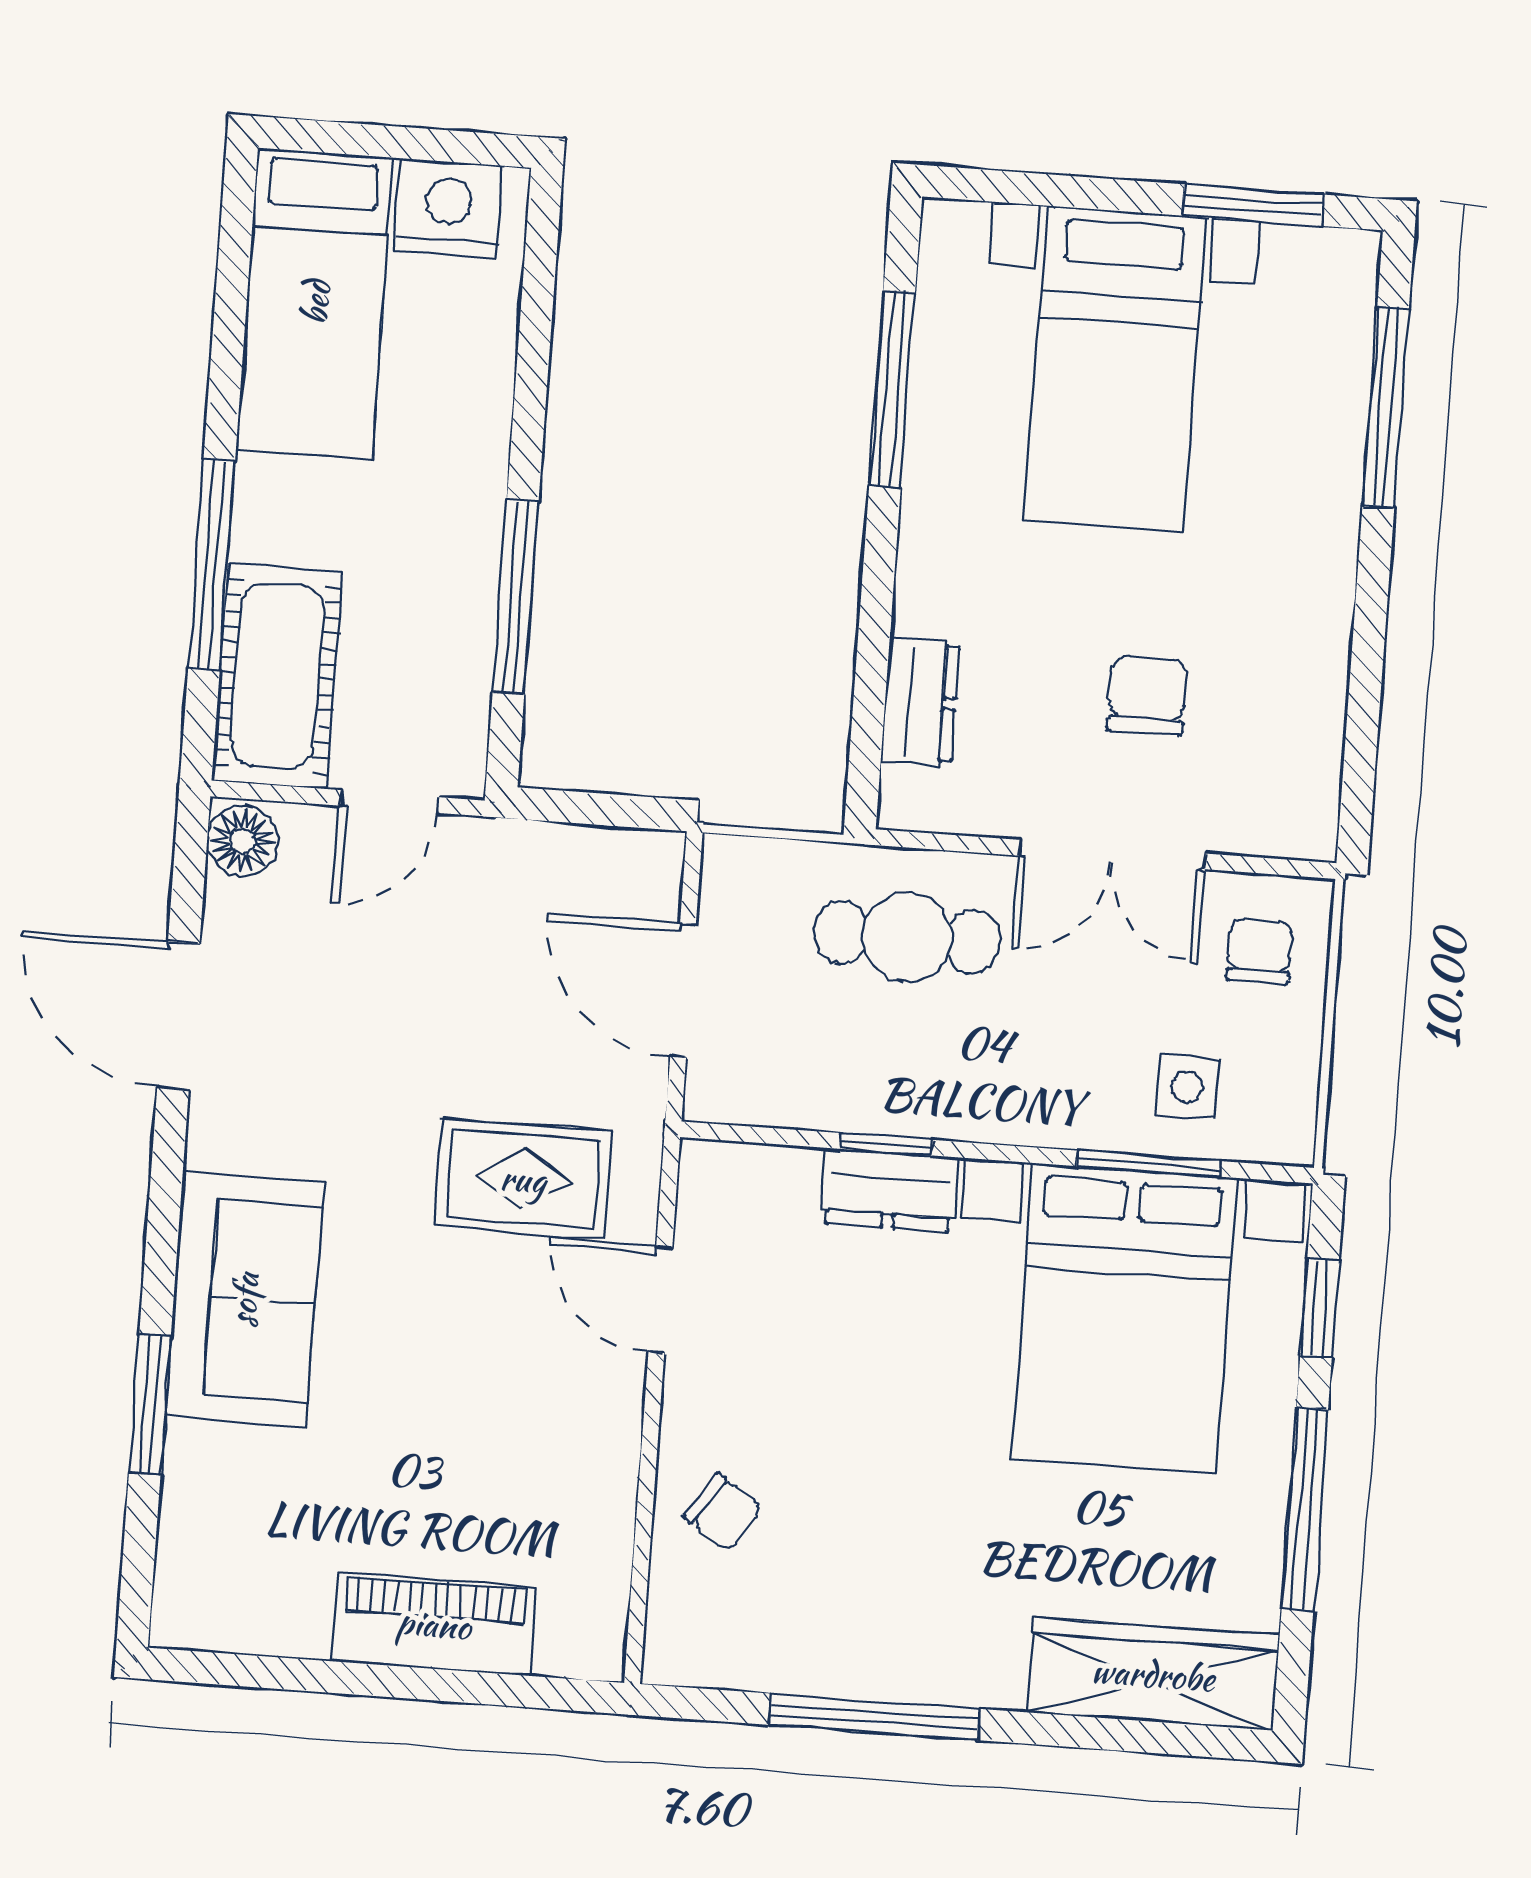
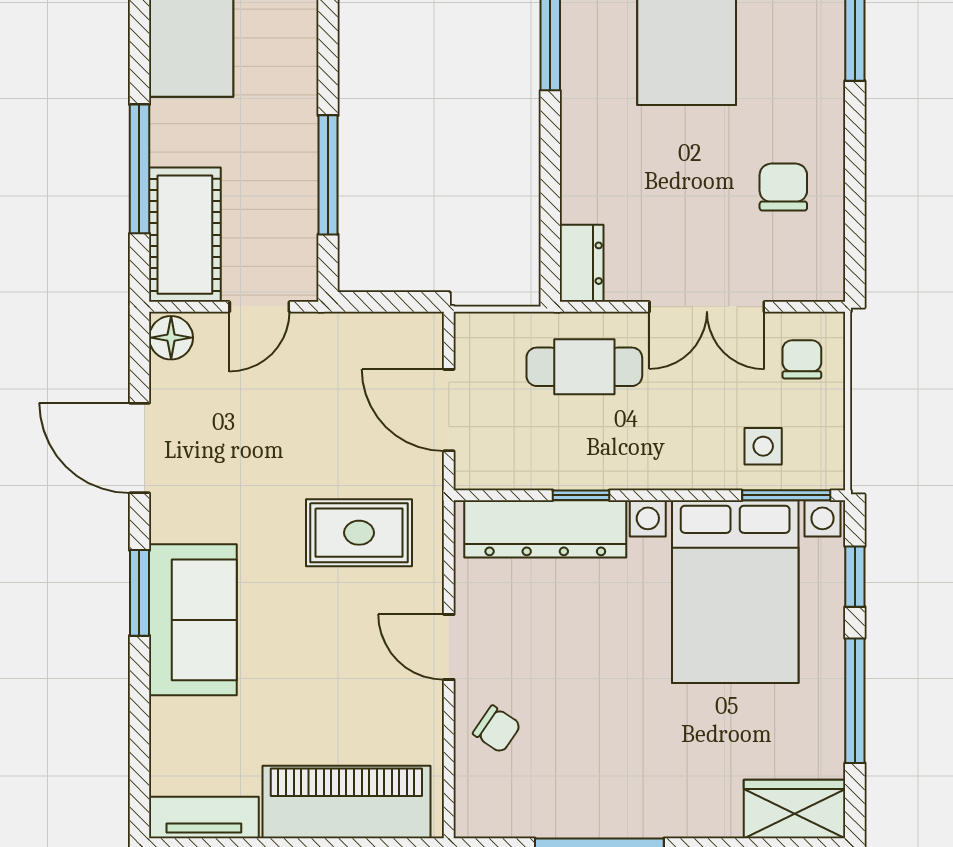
chair: (1147, 695) -> (783, 187), moved
dresser: (920, 702) -> (582, 263), moved
window: (1148, 1164) -> (786, 495), moved
dresser: (889, 1190) -> (545, 529), width x1.96, depth x1.24
door: (660, 1300) -> (449, 647), moved
window: (150, 1405) -> (139, 593), moved
tv unit: (239, 1621) -> (204, 818), added
piano: (434, 1624) -> (346, 802), width x1.37, depth x1.33
wardrobe: (1153, 1674) -> (794, 809), width x0.67

